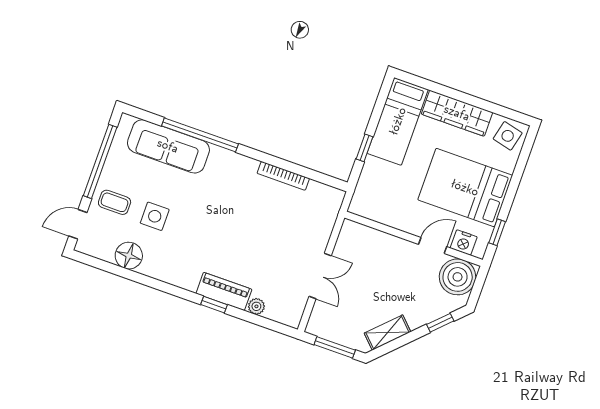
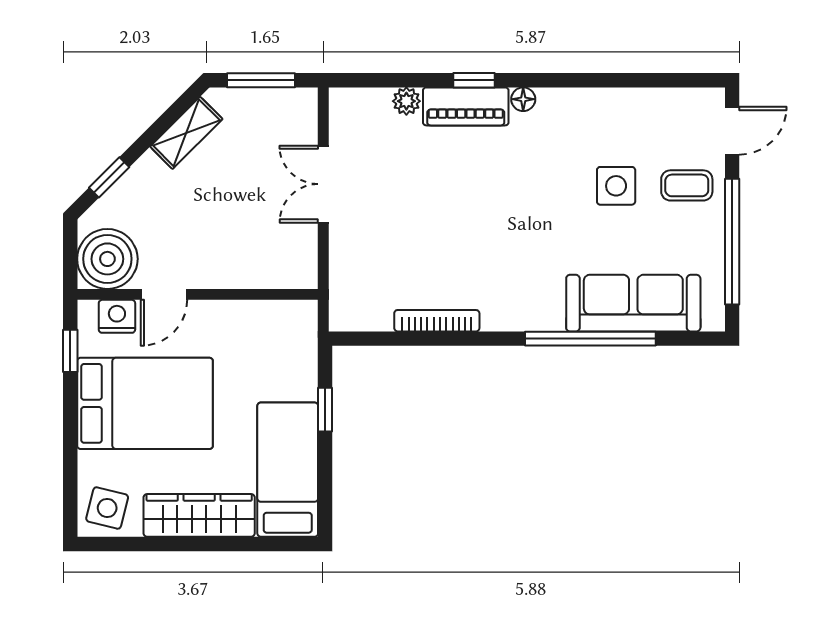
floor lamp: (129, 256) -> (523, 99), moved, width x0.53, depth x0.53

